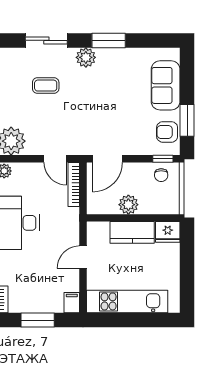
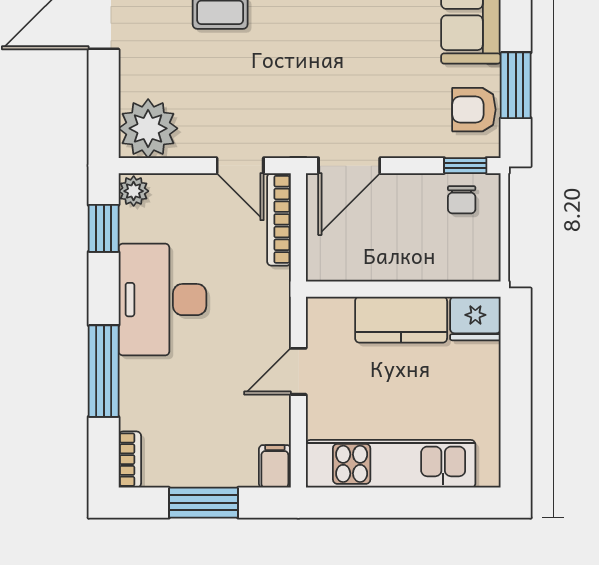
plant: (128, 205) -> (393, 261), removed

